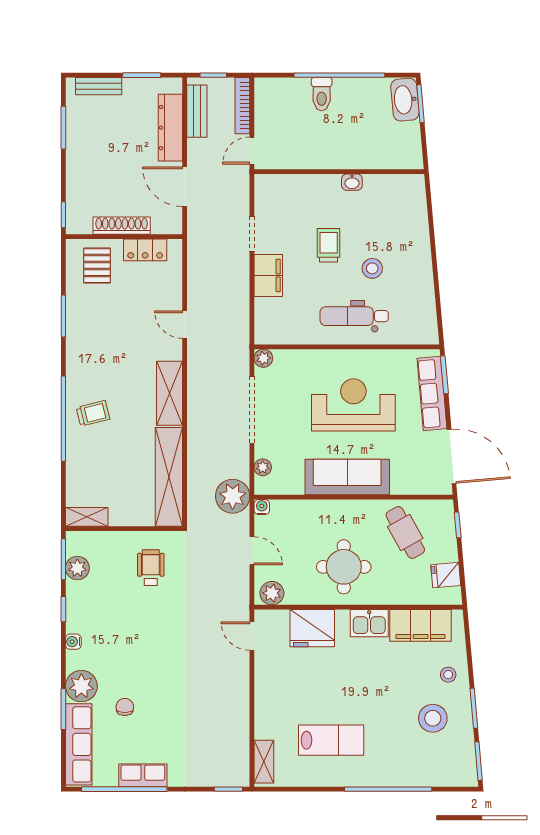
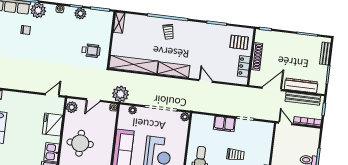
bench: (197, 111) -> (303, 99), width x1.36
door: (185, 325) -> (206, 81), hinge flipped
plant: (77, 568) -> (80, 14), moved

